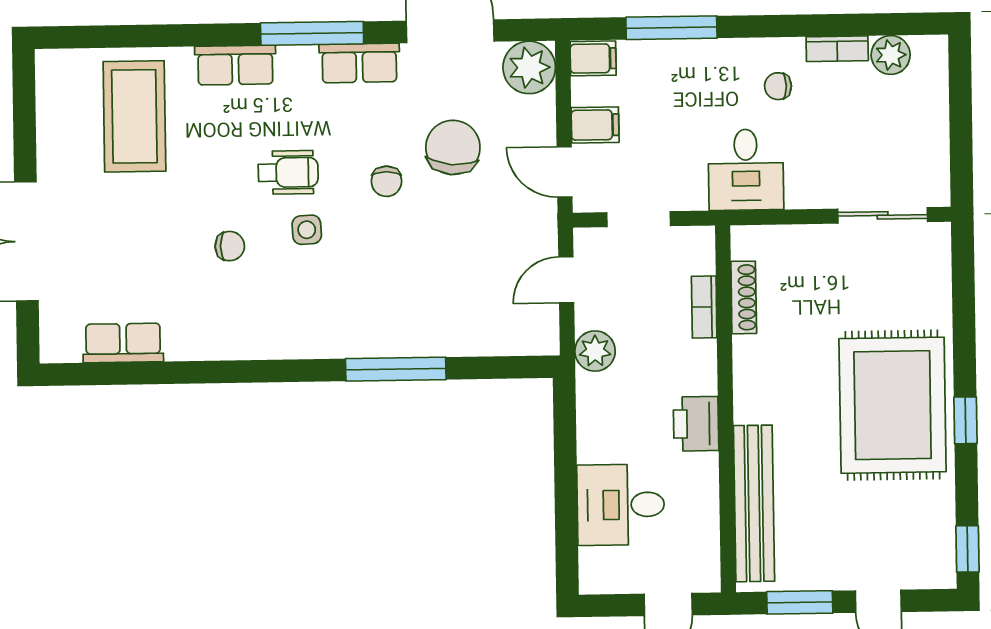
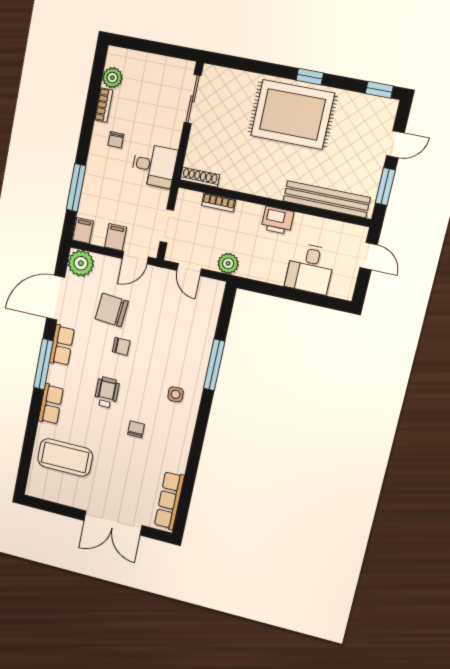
side table: (307, 230) -> (176, 394), moved
shoe rack: (744, 297) -> (200, 177), moved
row of seats: (123, 343) -> (169, 501), width x1.48

